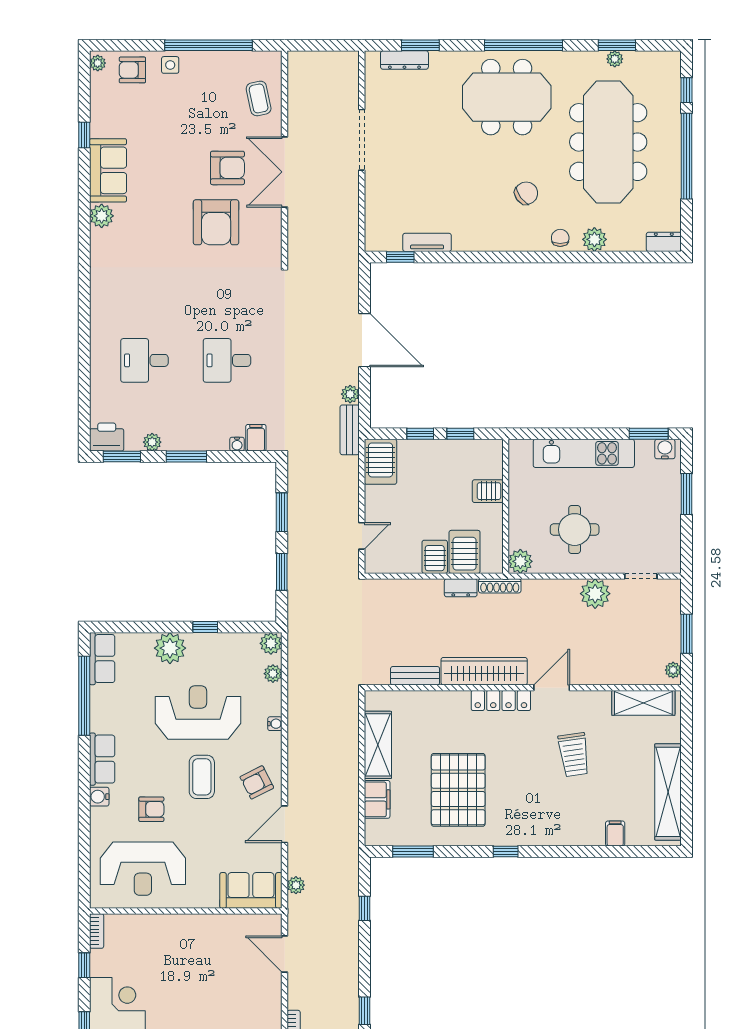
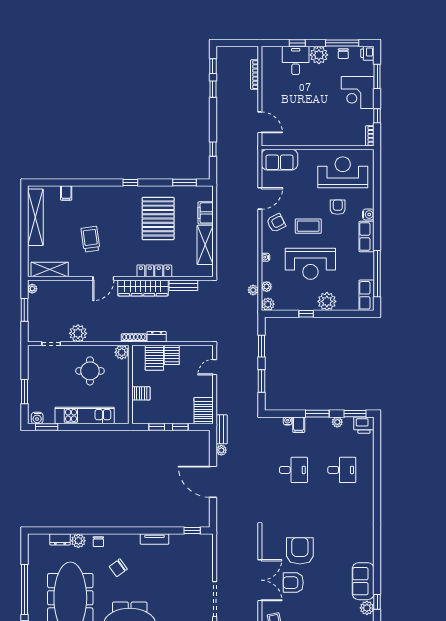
plant: (102, 216) -> (367, 608), moved
tv unit: (427, 242) -> (155, 539), moved
dresser: (664, 242) -> (60, 539), moved
filing cabinet: (256, 438) -> (299, 425), moved
locker: (501, 700) -> (154, 271), moved
coffee table: (202, 777) -> (308, 226), turned 90
armchair: (151, 809) -> (338, 207), turned 90
plant: (296, 885) -> (253, 290), moved

